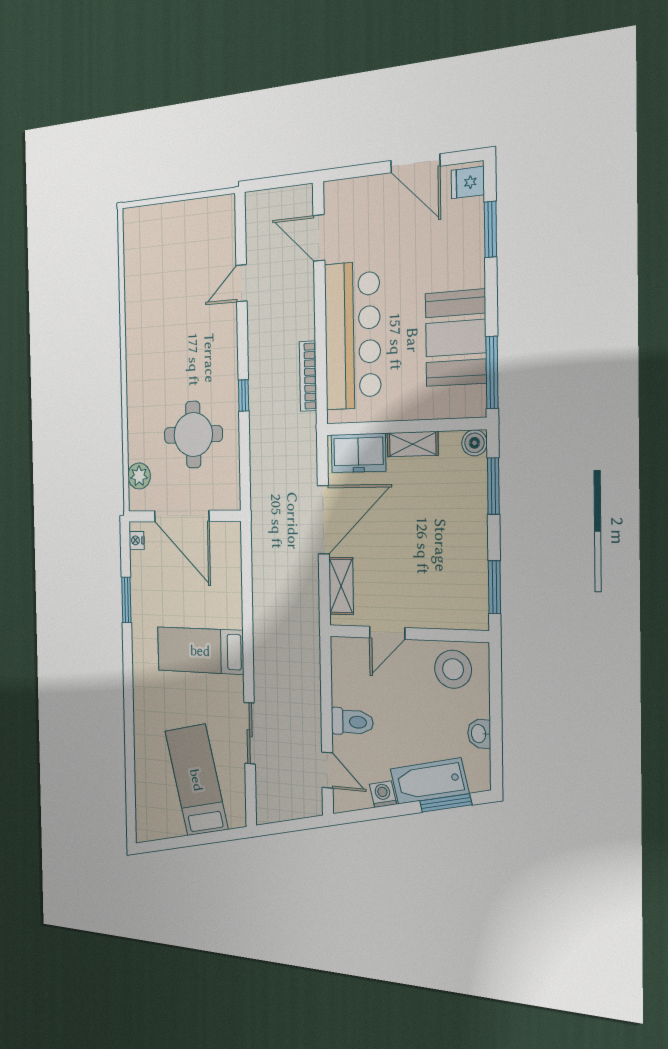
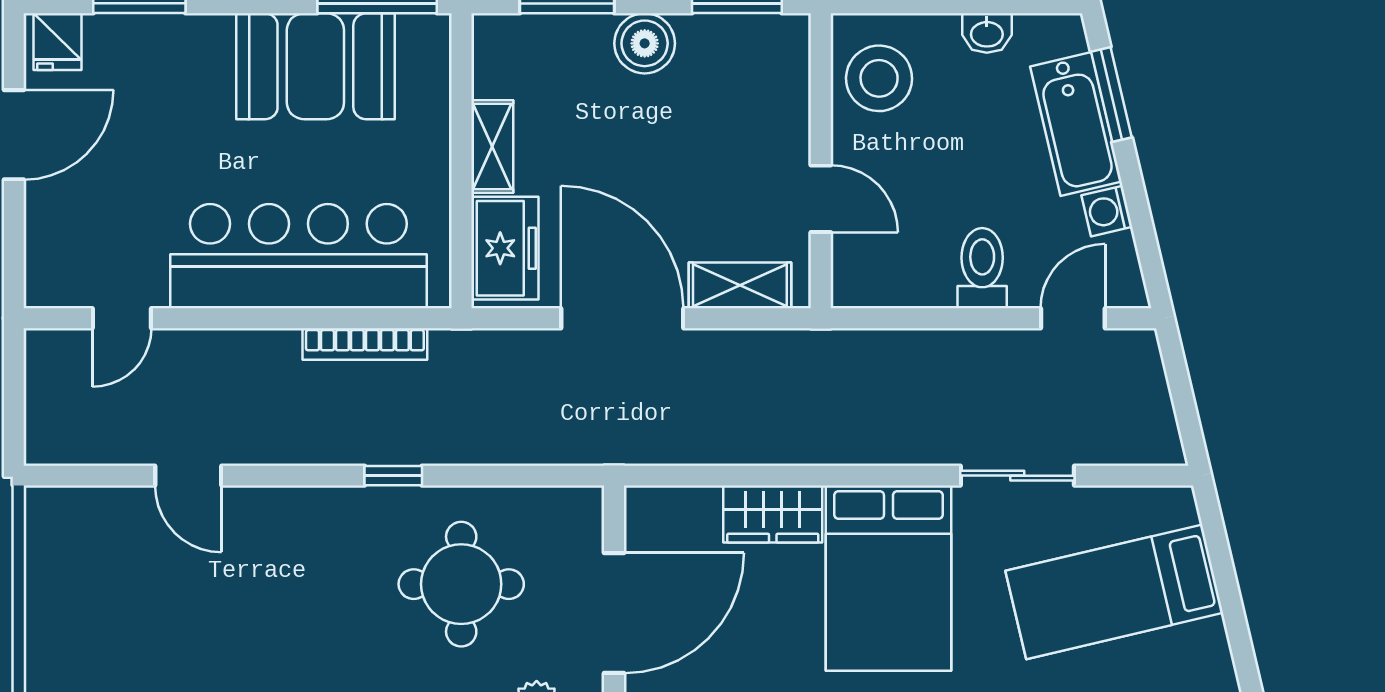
door: (319, 238) -> (122, 318), width x0.73
boiler: (474, 443) -> (645, 43), moved, width x1.36, depth x1.36
wardrobe: (229, 601) -> (773, 514), added
bed: (200, 651) -> (888, 578), width x1.50

